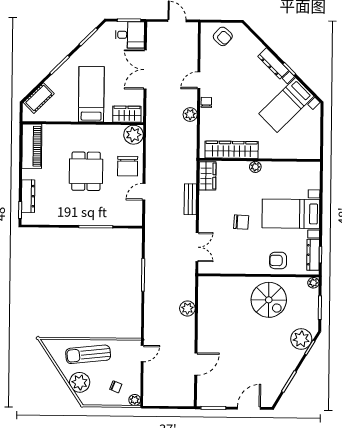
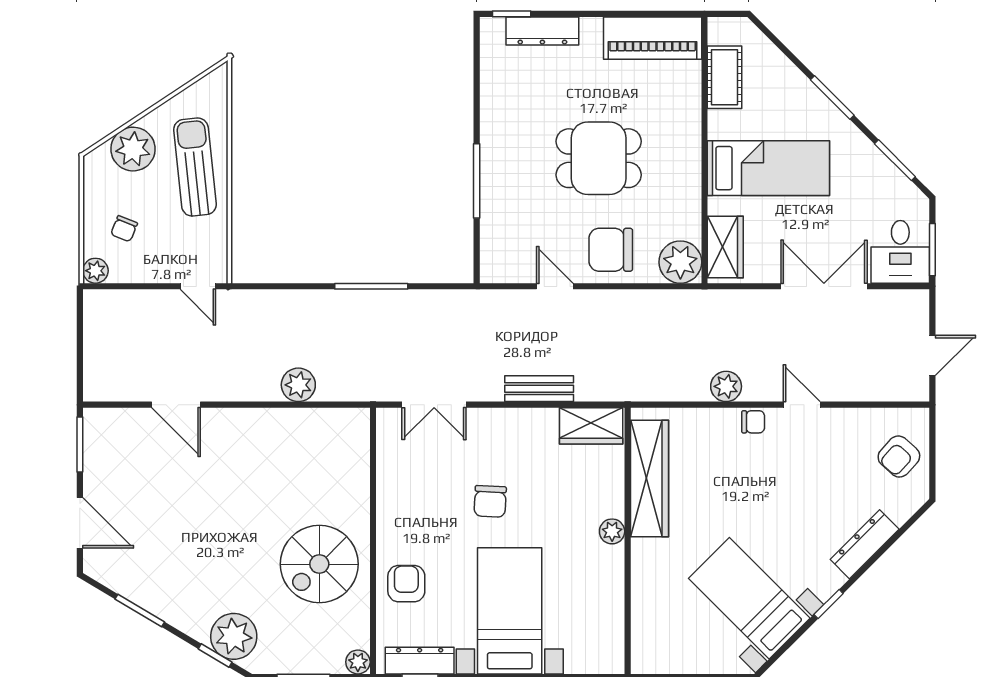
dresser: (273, 63) -> (865, 544), moved
cot: (39, 98) -> (724, 77), moved, turned 45

